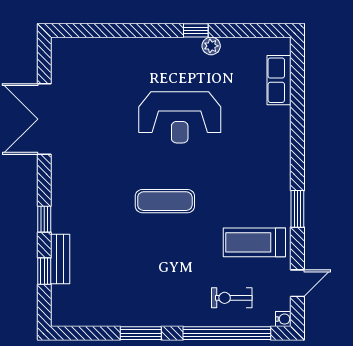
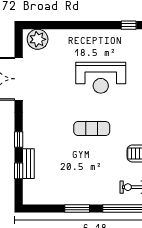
window: (196, 30) -> (129, 25), moved
plant: (211, 46) -> (38, 39), moved, width x1.87, depth x1.87

